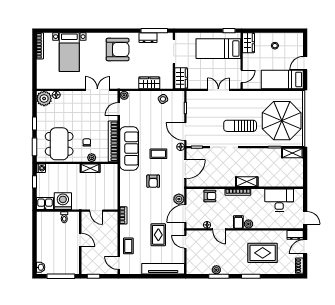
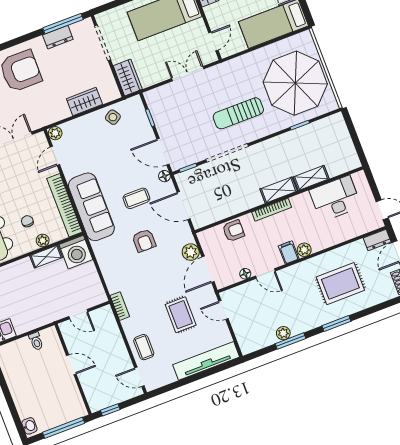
shelving: (292, 153) -> (311, 178), moved
door: (185, 169) -> (184, 206), swing flipped
washing machine: (63, 201) -> (76, 252), moved, turned 180

